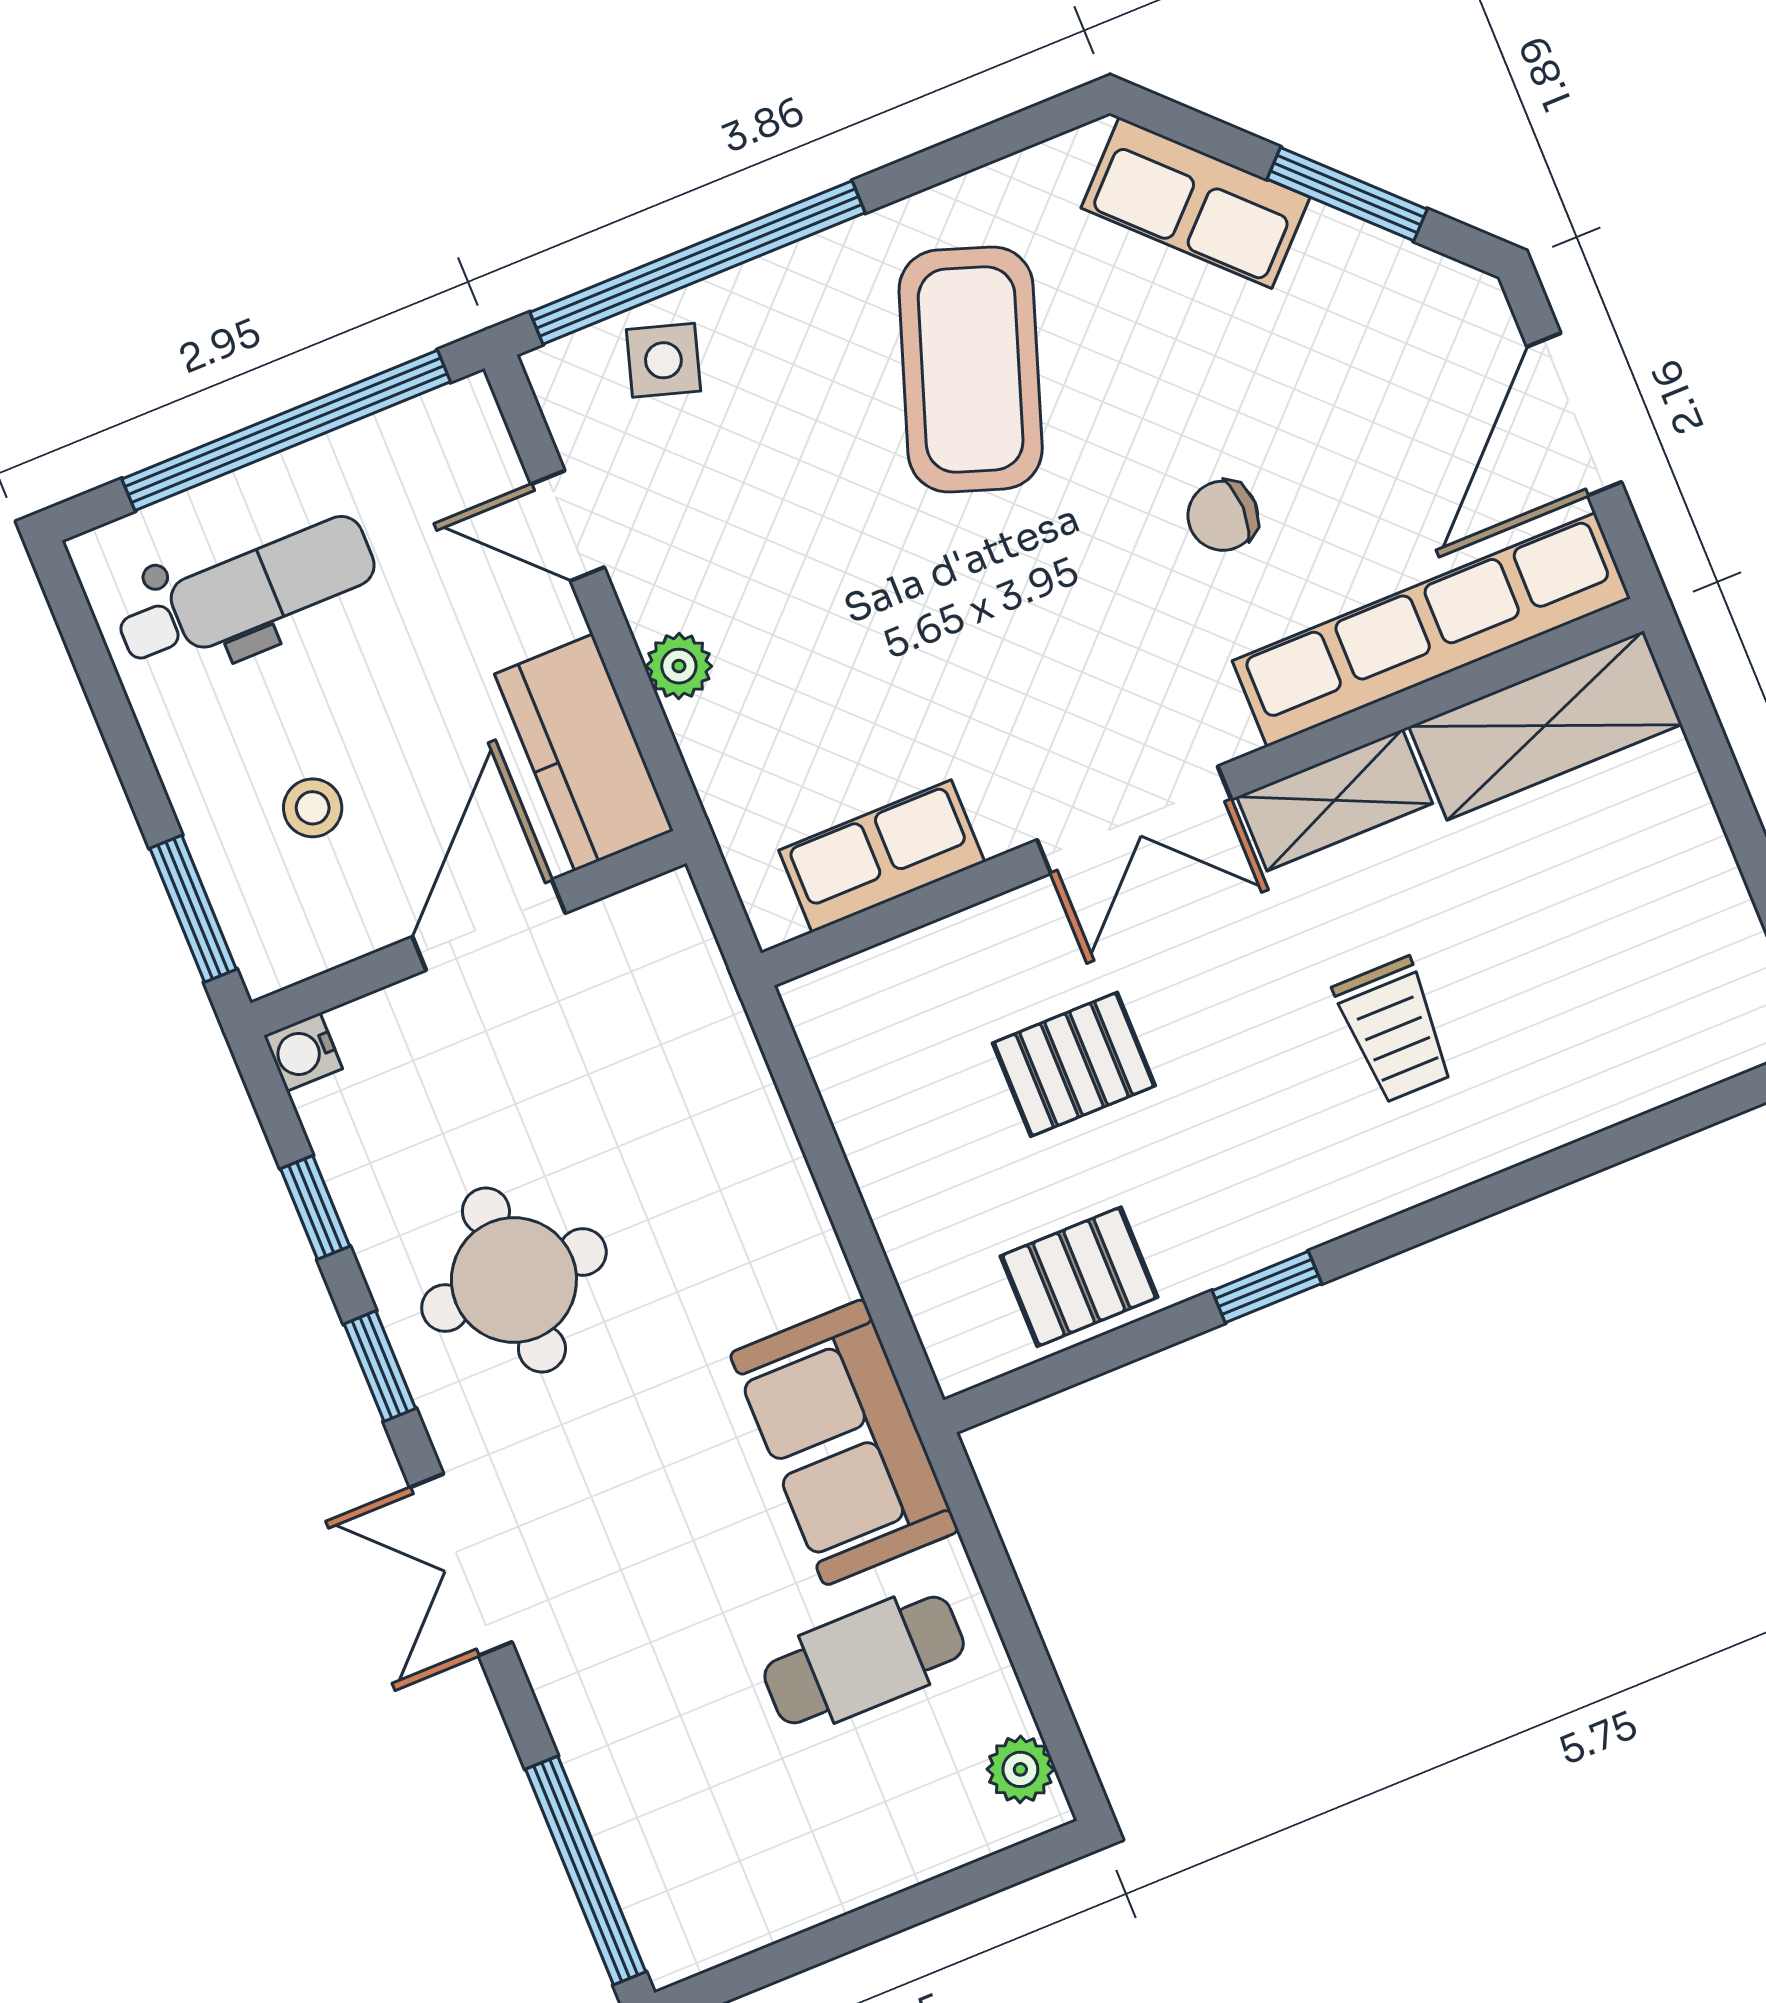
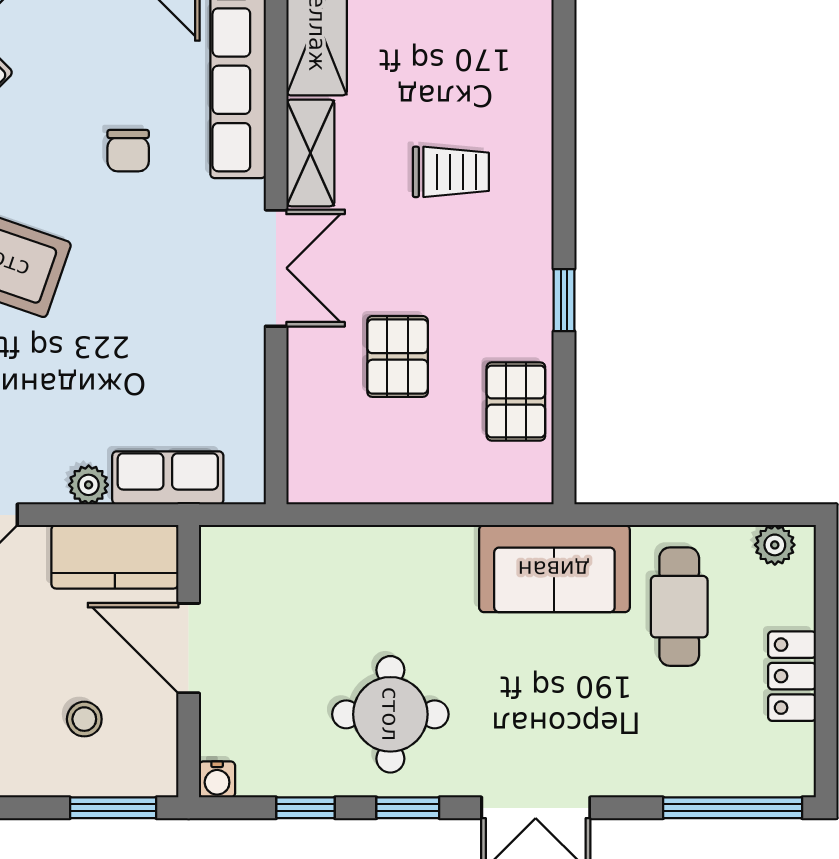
row of seats: (882, 856) -> (168, 478), moved, turned 90
locker: (828, 1879) -> (792, 676), added

